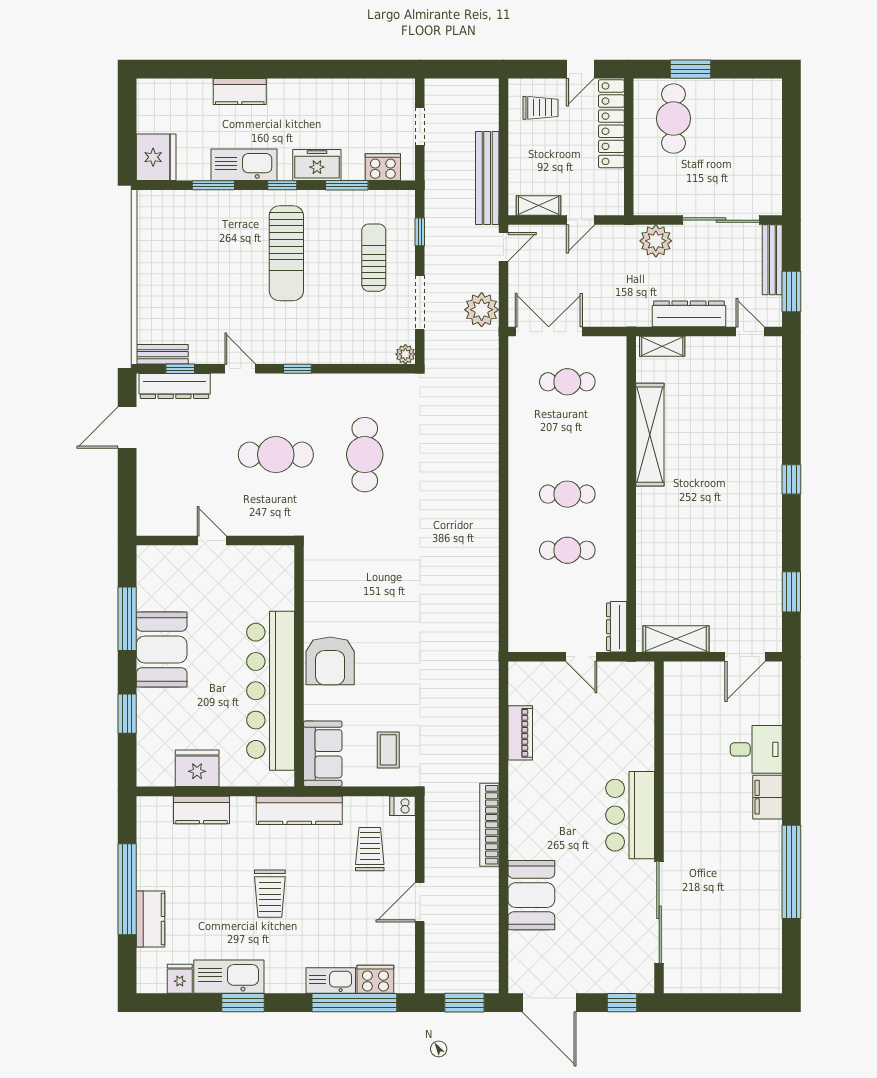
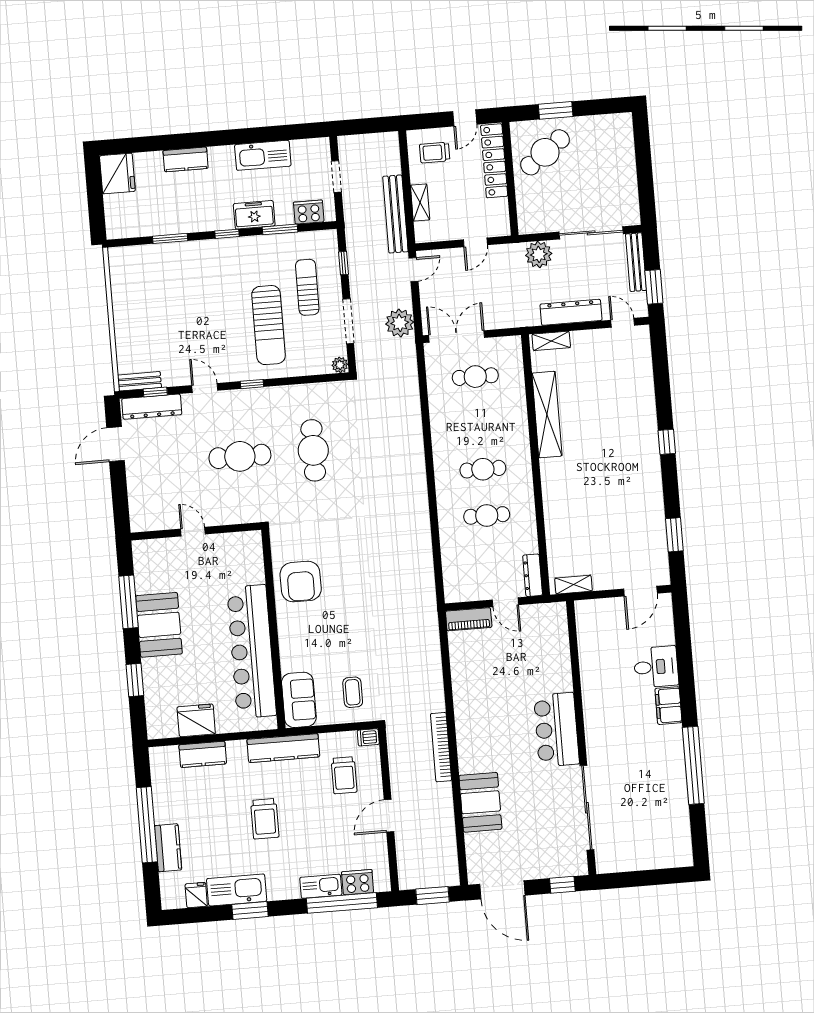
trolley: (540, 108) -> (435, 153), turned 180
cafe table: (674, 119) -> (545, 152), turned 53
fridge: (156, 157) -> (117, 174), moved
kitchen sink: (244, 165) -> (263, 155), moved, turned 180
shelving: (539, 205) -> (420, 203), moved, turned 90
sun lounger: (286, 253) -> (269, 325), moved
shelving: (676, 639) -> (574, 585), width x0.67, depth x0.75
armchair: (330, 661) -> (301, 582), moved
piano: (520, 733) -> (469, 619), moved, turned 90
trolley: (370, 849) -> (344, 775), turned 180

